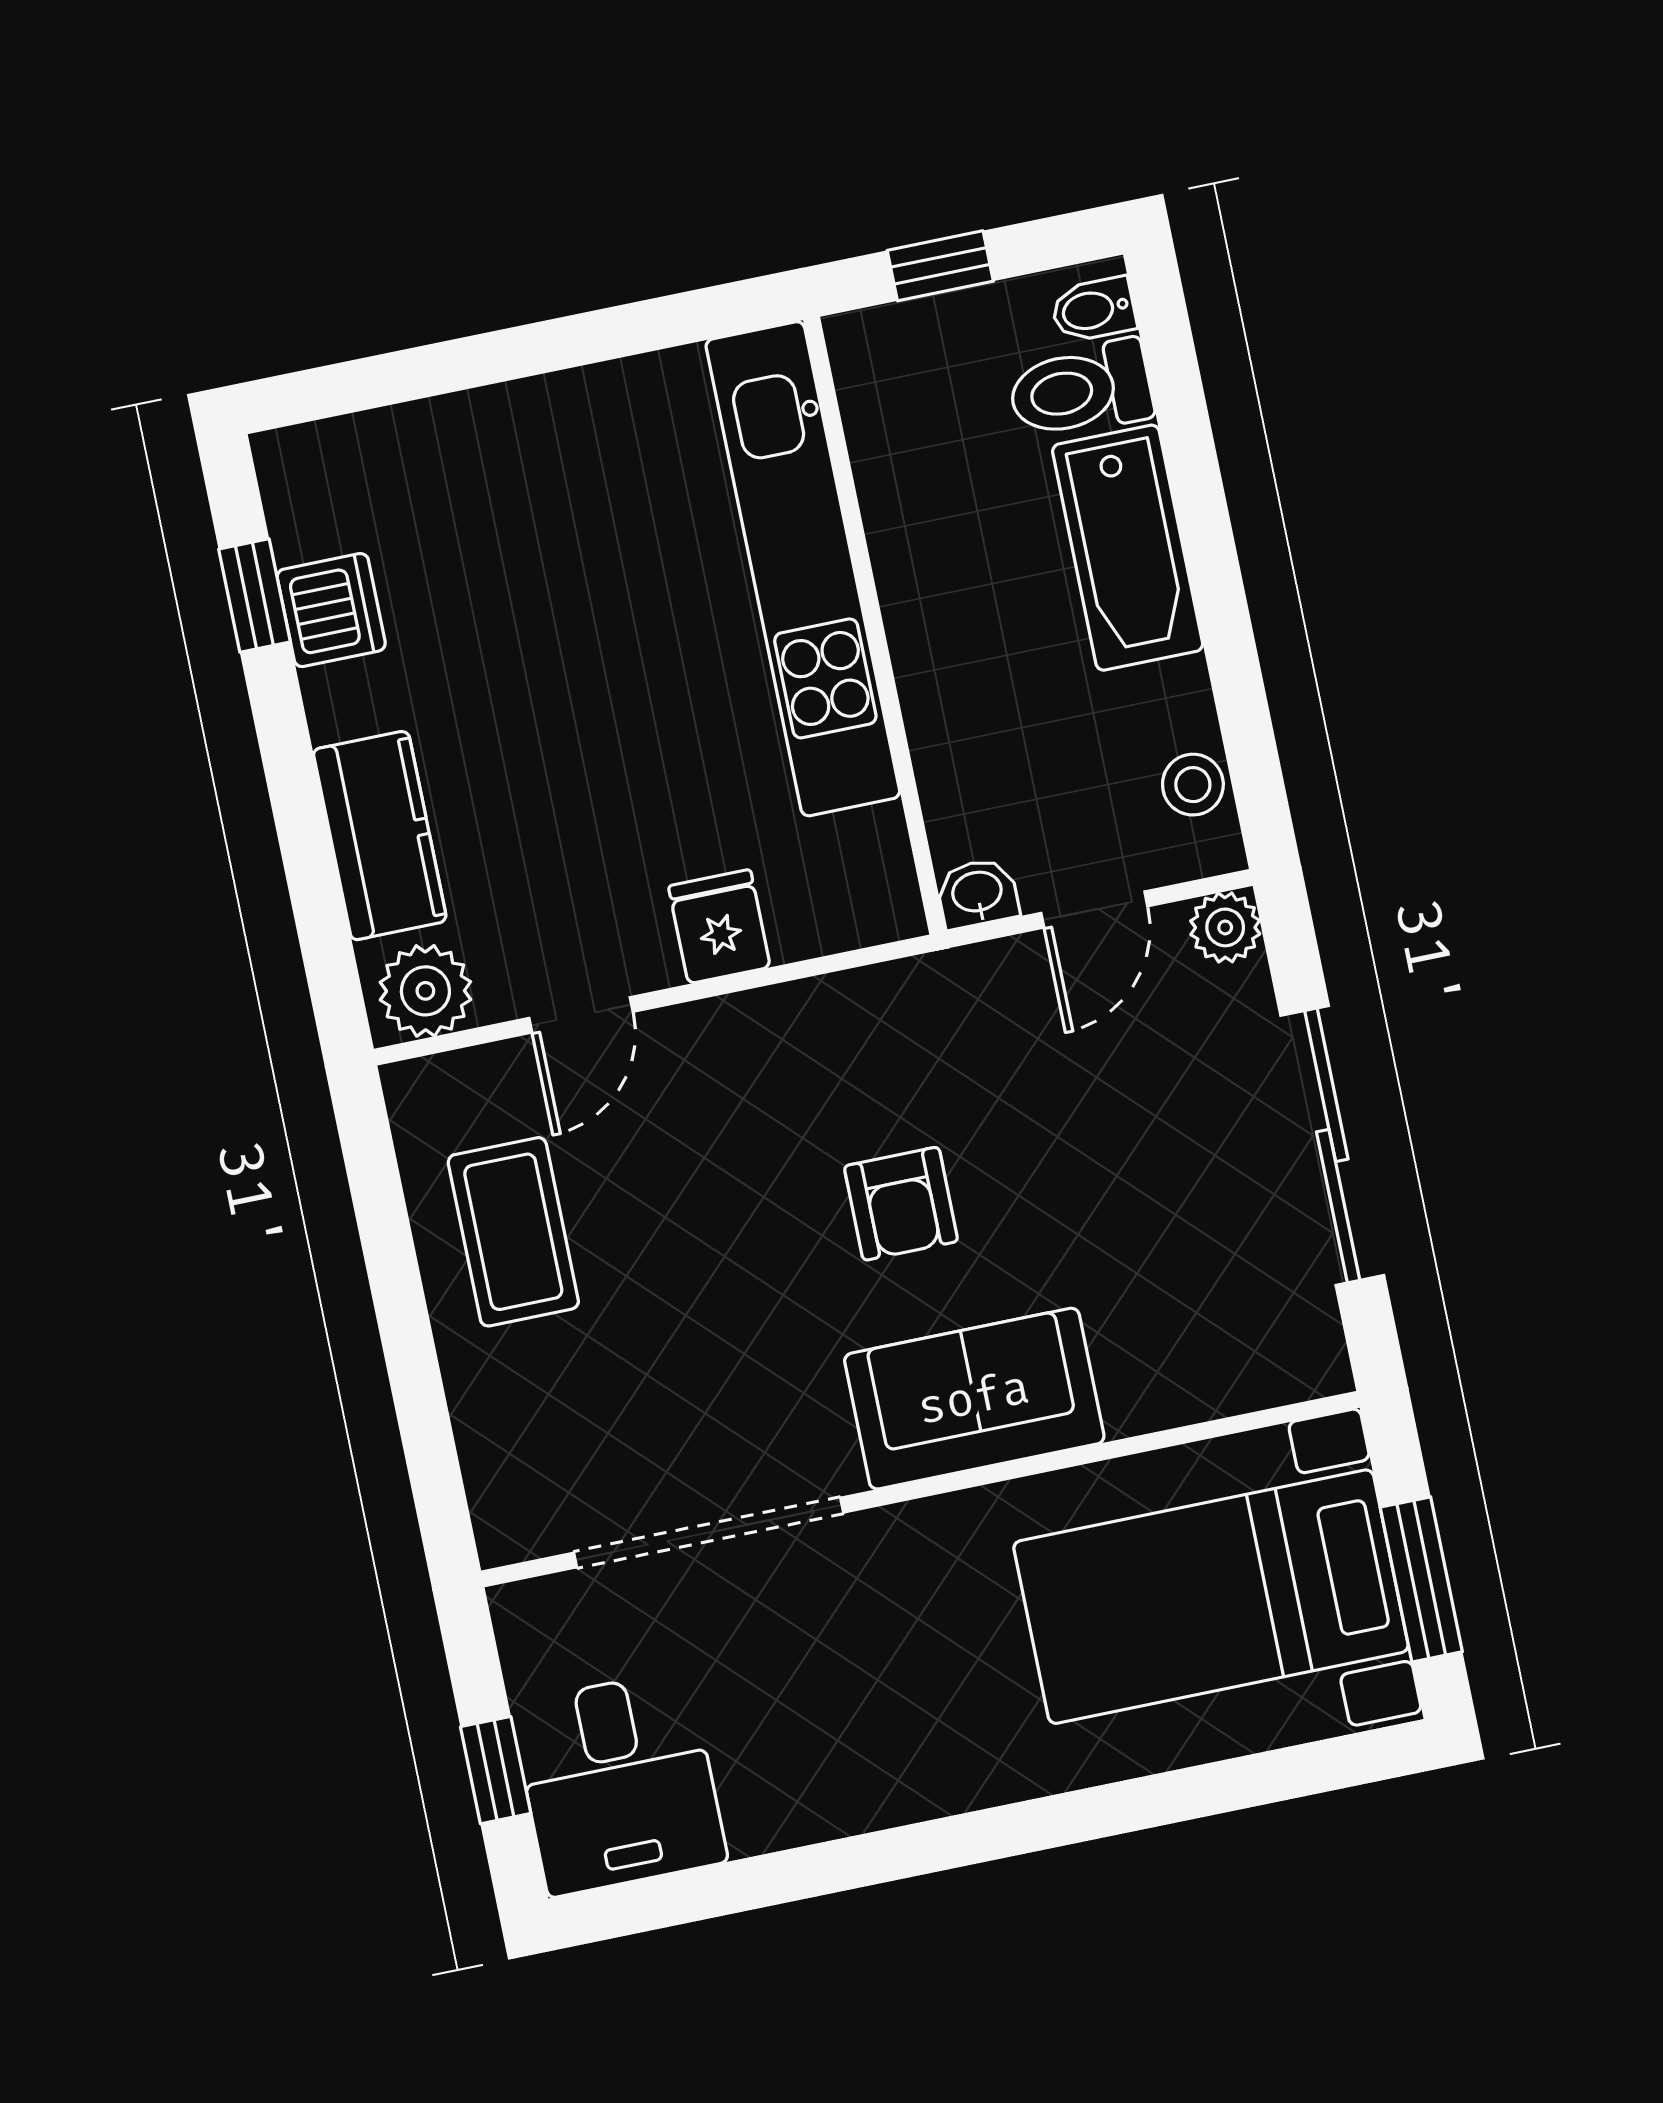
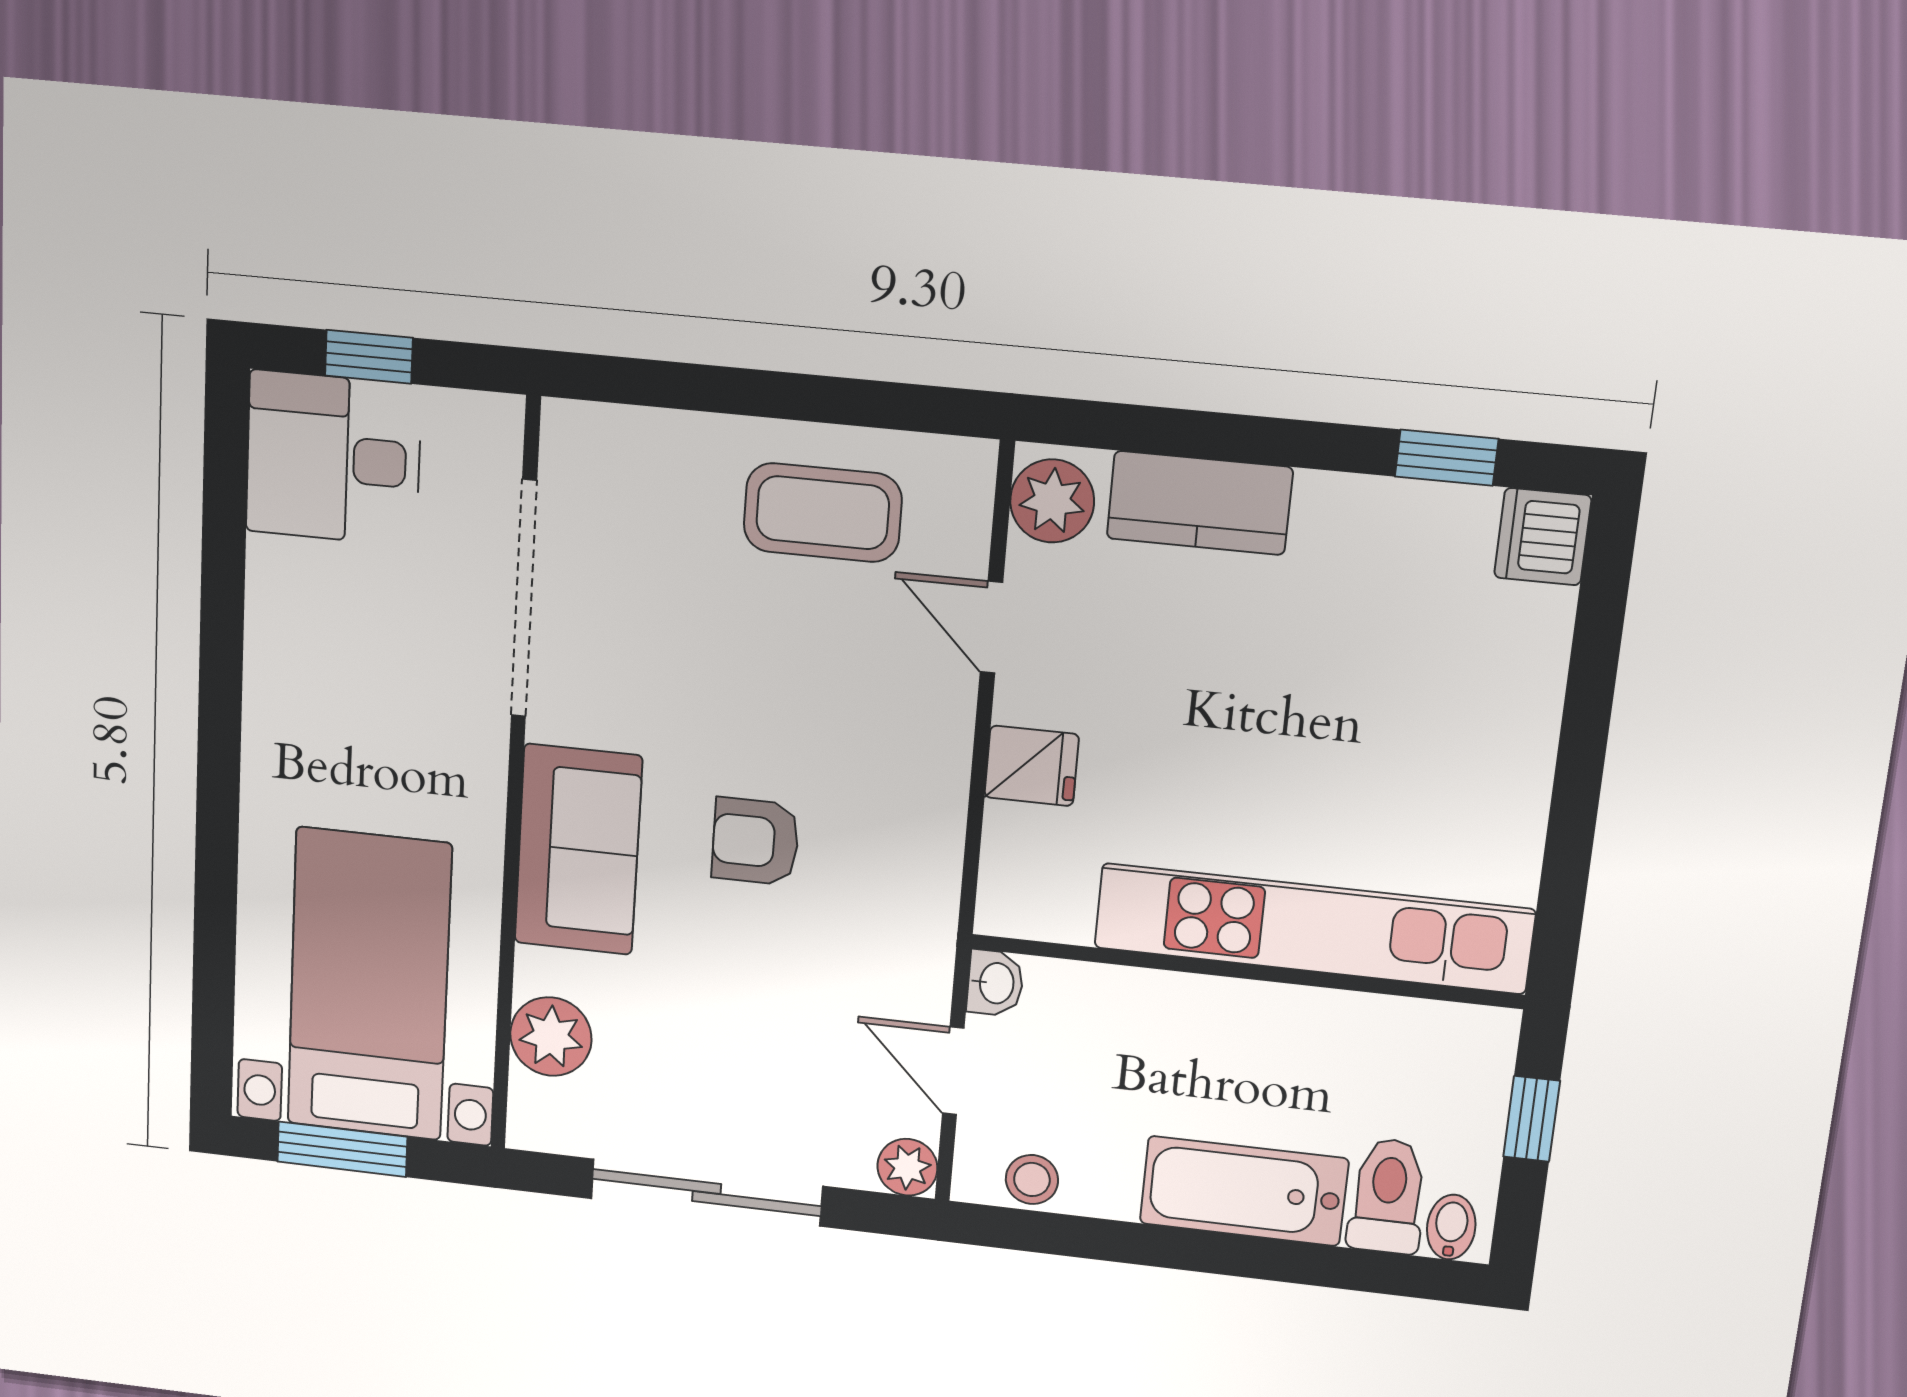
dishwasher: (331, 610) -> (1543, 537), moved, turned 90
plant: (1204, 1373) -> (551, 1037), added

